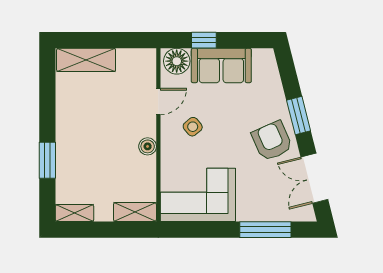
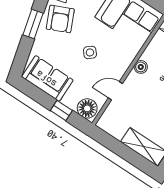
sofa: (221, 65) -> (47, 78), moved
side table: (193, 127) -> (90, 52), moved

